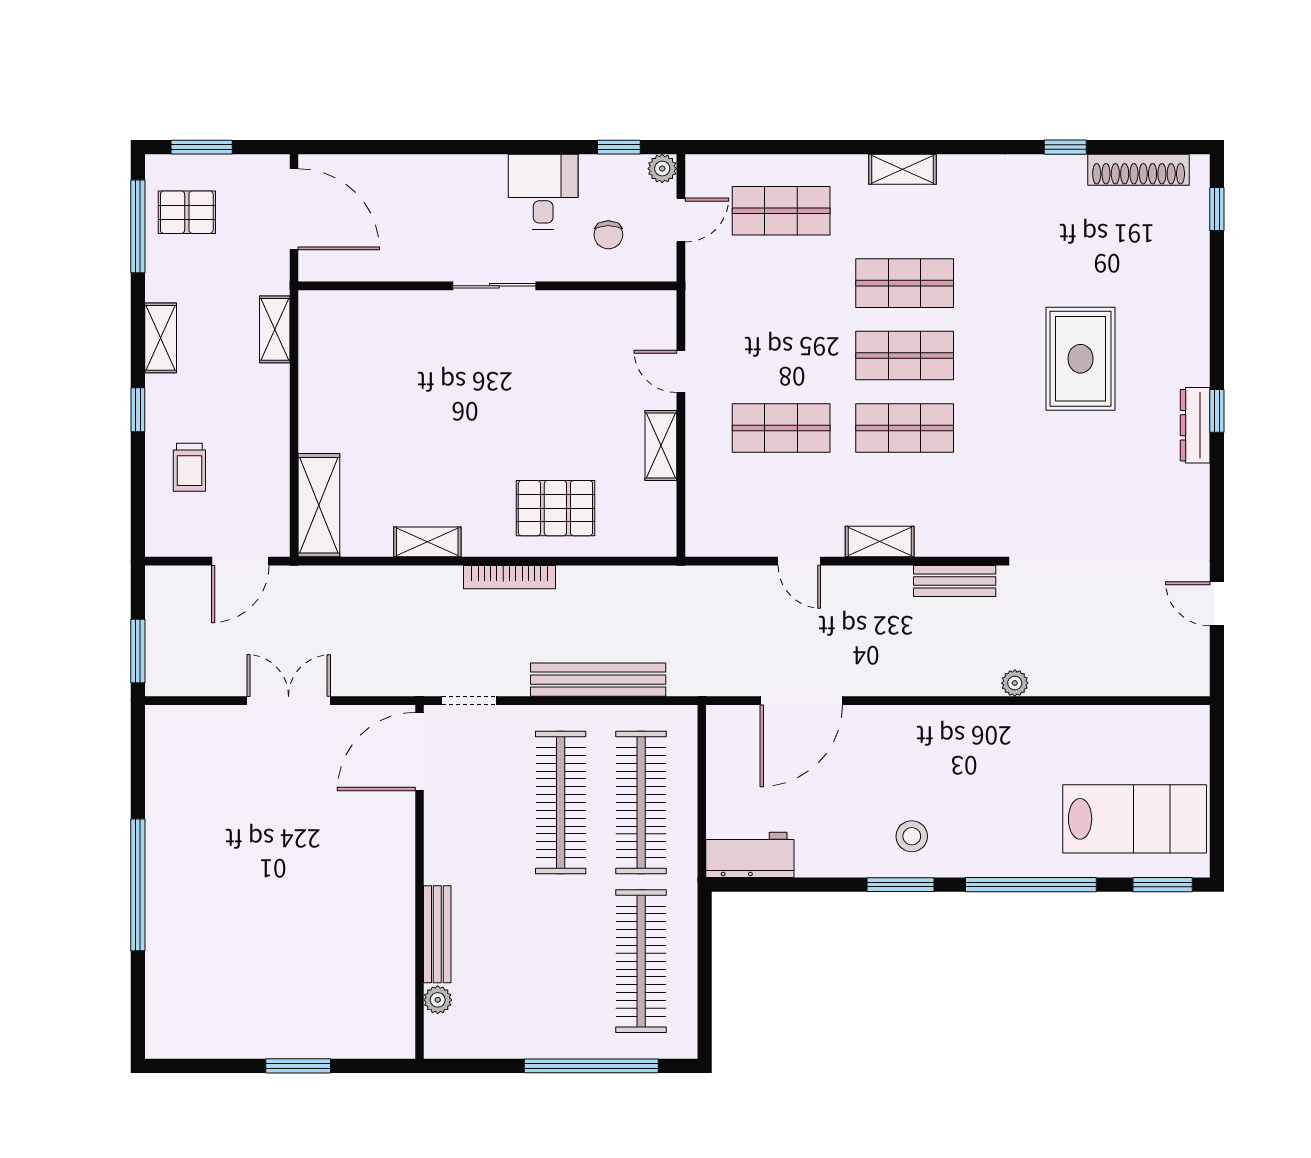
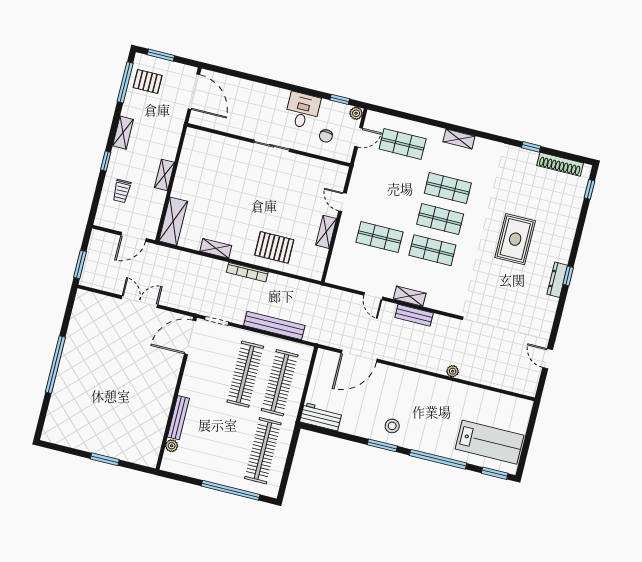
shelving: (275, 329) -> (164, 175), moved
bench: (955, 581) -> (414, 315), moved

